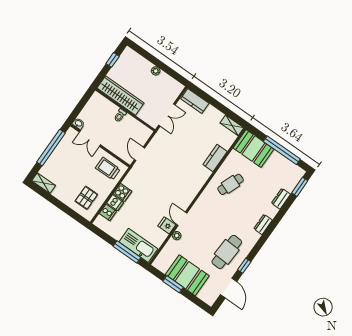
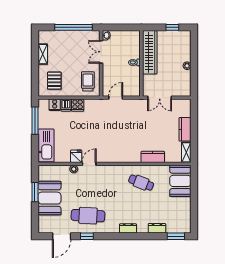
kitchen counter: (195, 101) -> (185, 129), moved
window: (282, 150) -> (194, 203), removed
shelving: (44, 183) -> (43, 54), moved
pallet: (86, 198) -> (54, 81), turned 90
window: (127, 252) -> (35, 121), moved

